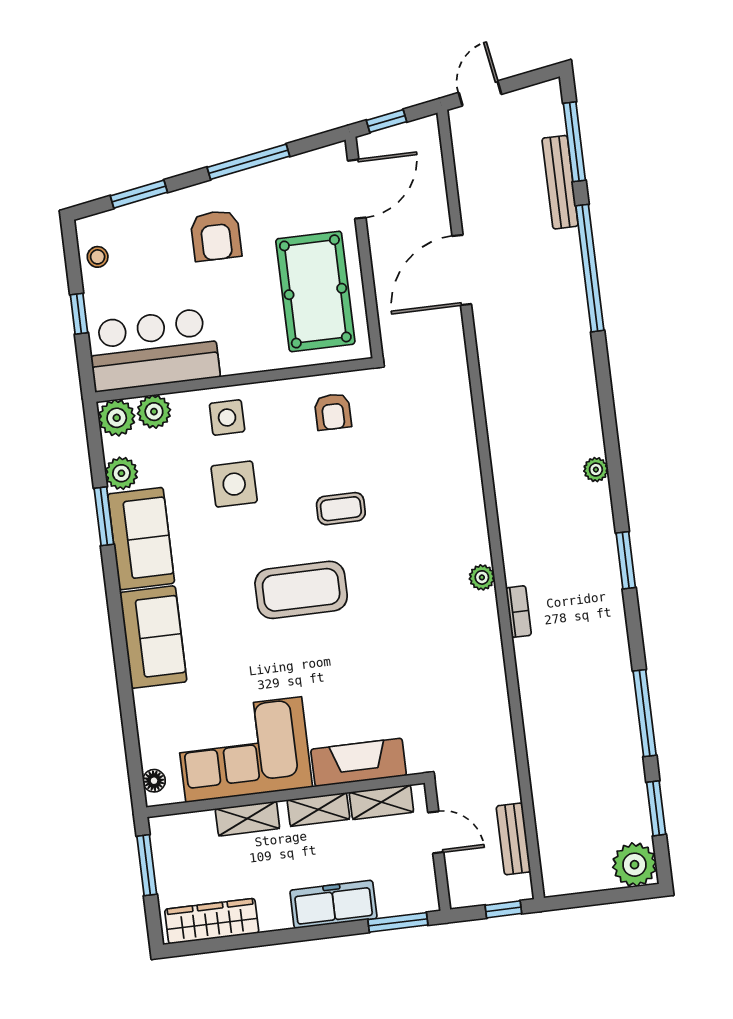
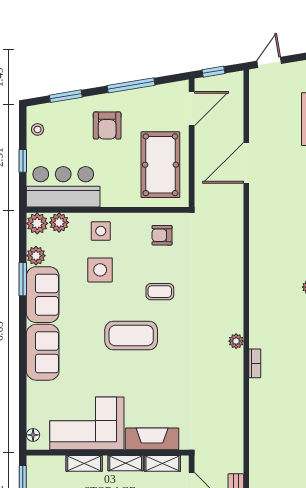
armchair: (333, 412) -> (162, 235), turned 90

